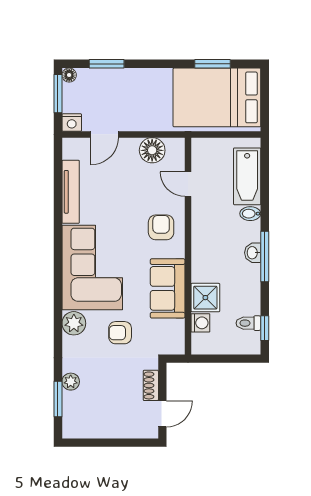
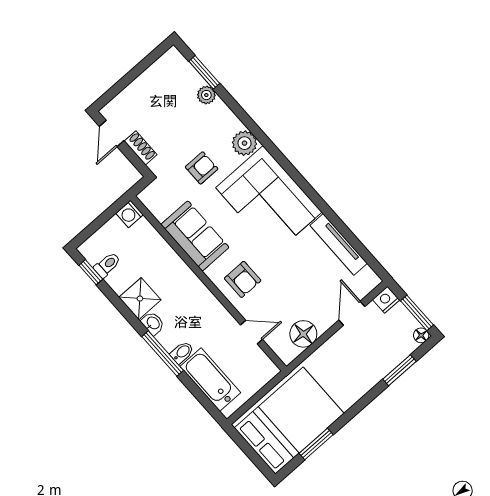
window: (265, 257) -> (163, 354), moved
shower: (205, 298) -> (140, 299), moved
washing machine: (200, 323) -> (130, 214), moved

